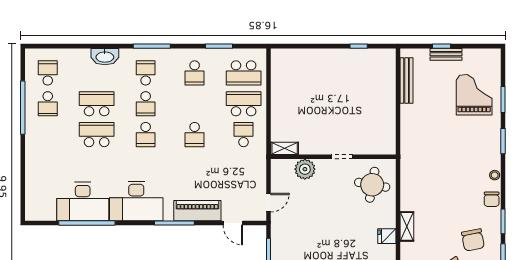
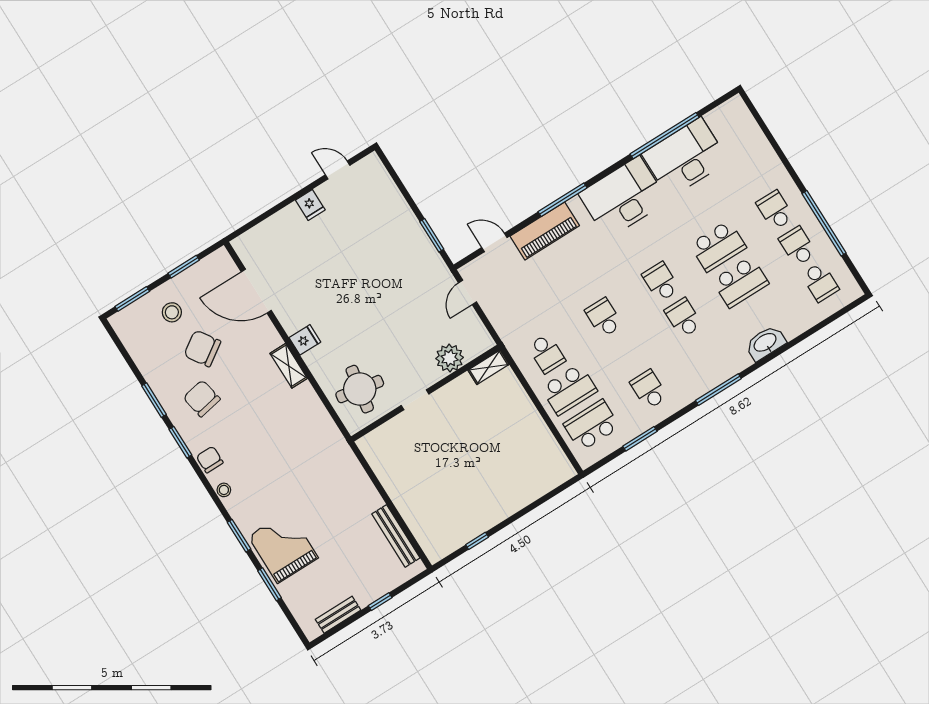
bench: (446, 54) -> (338, 615), moved
school desk: (146, 73) -> (775, 210), moved, turned 180
grand piano: (474, 95) -> (283, 547), moved, turned 180

